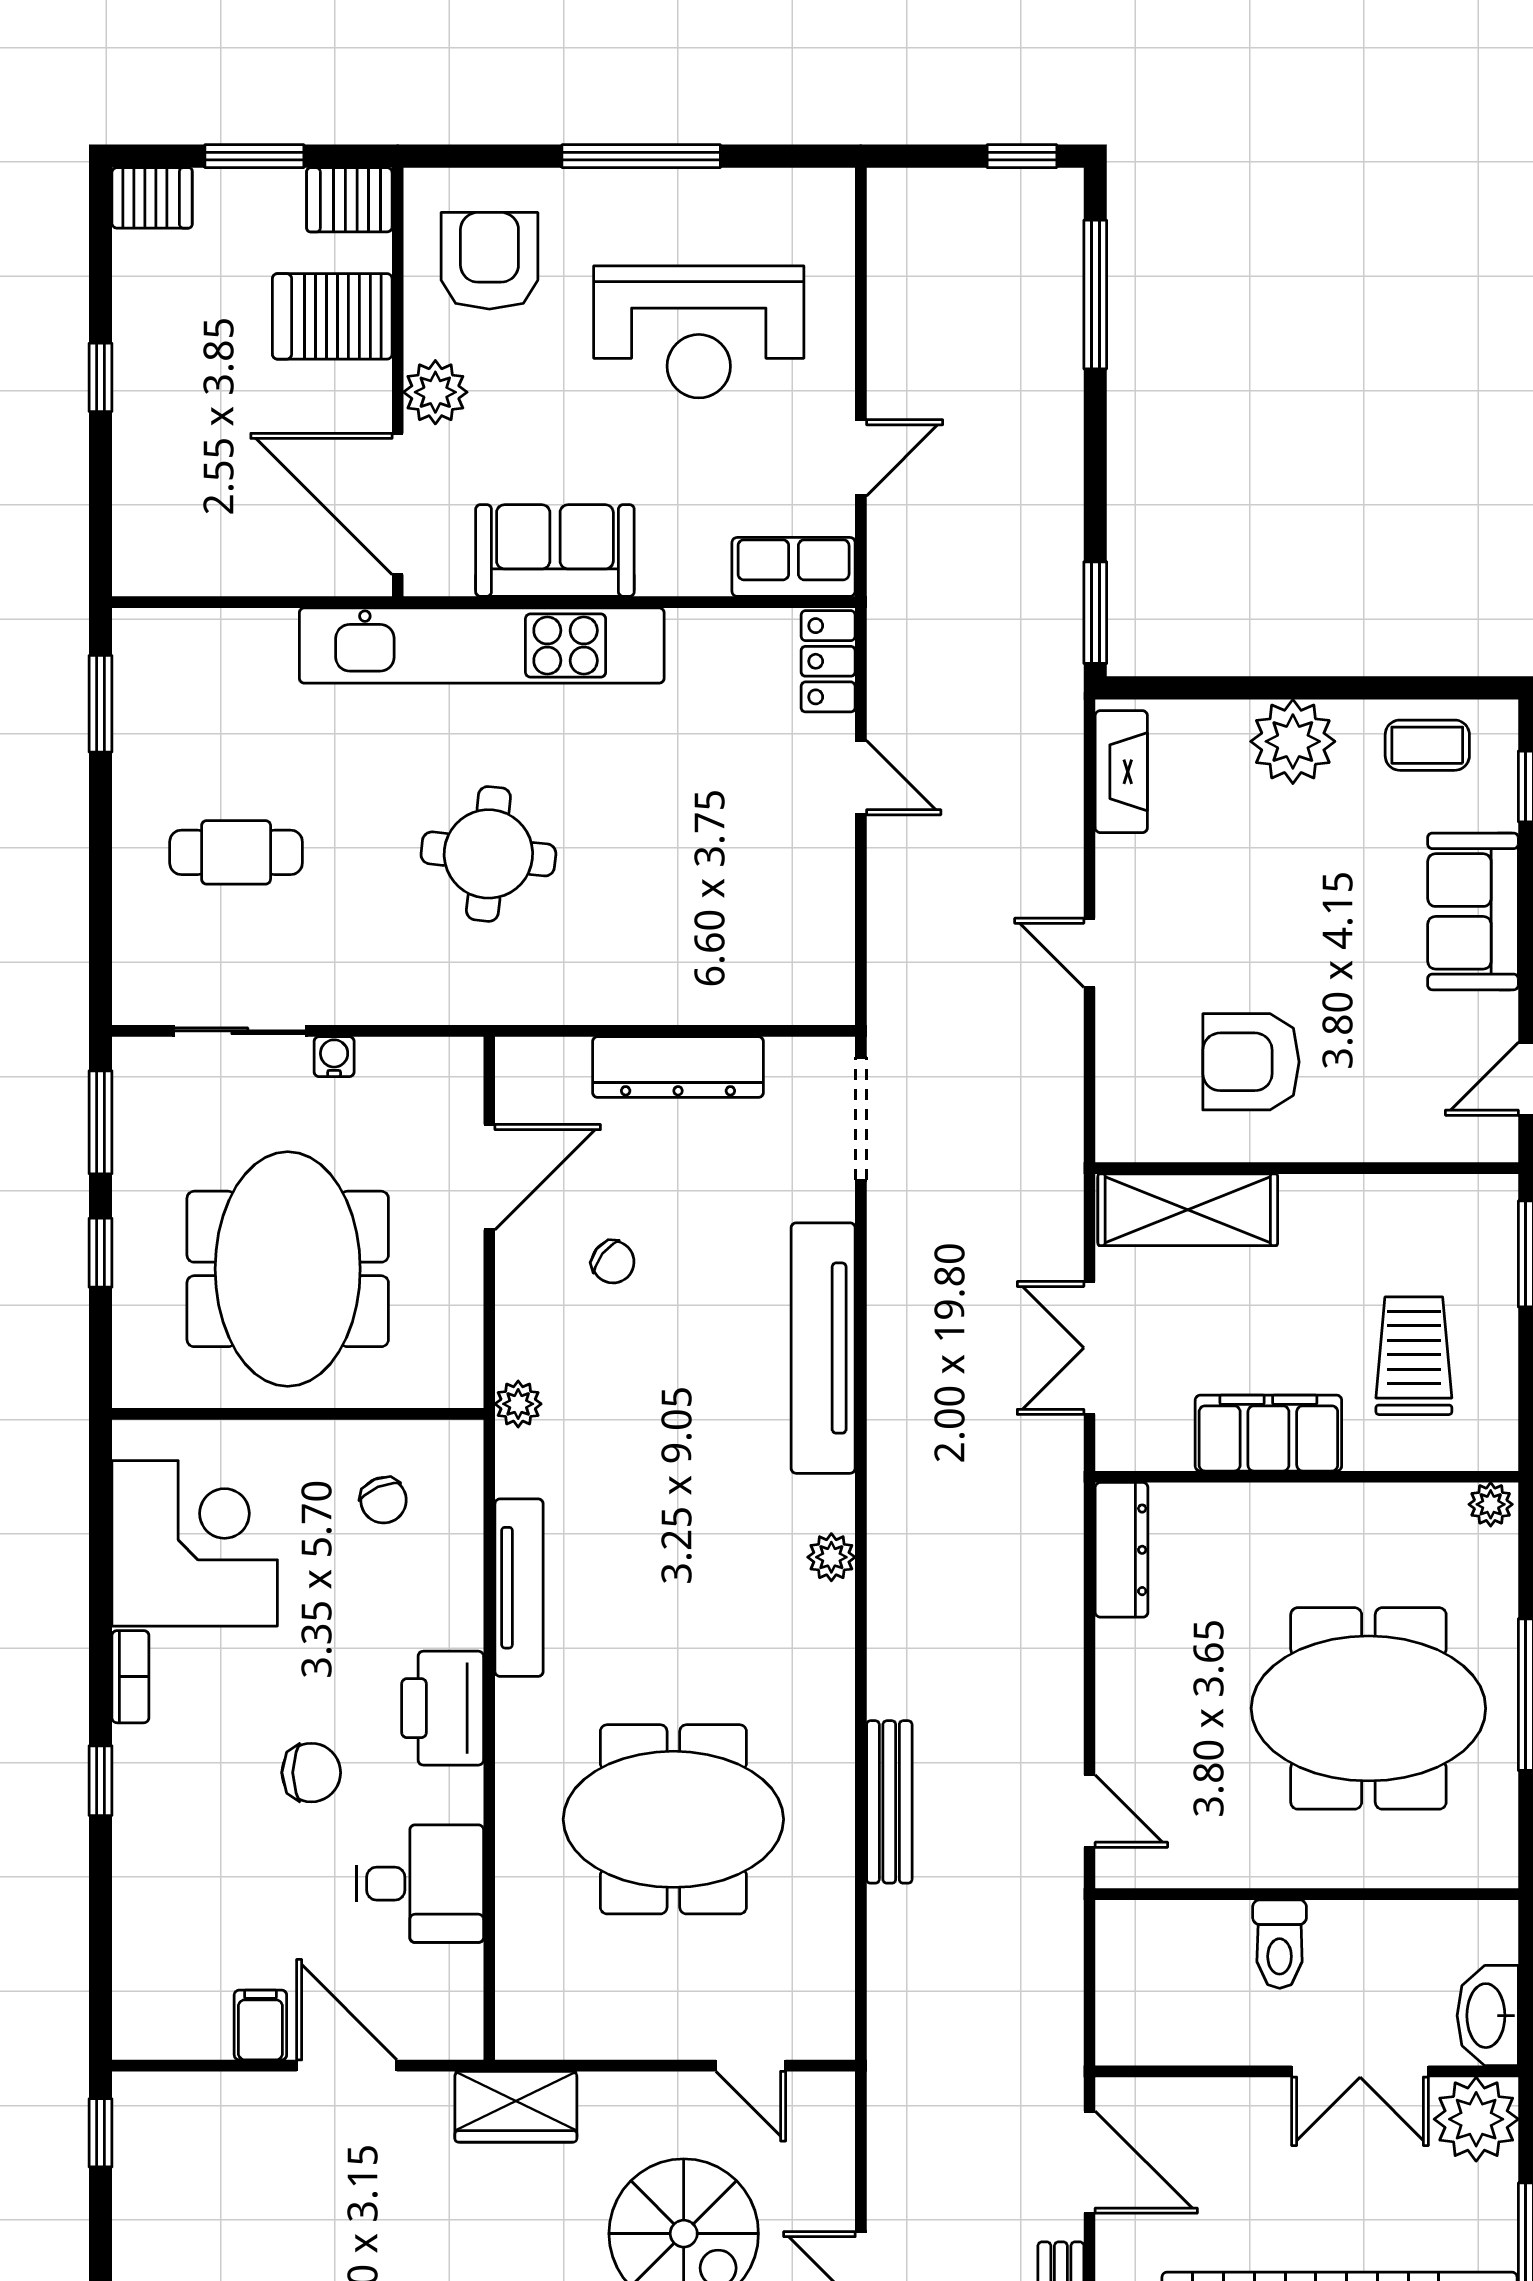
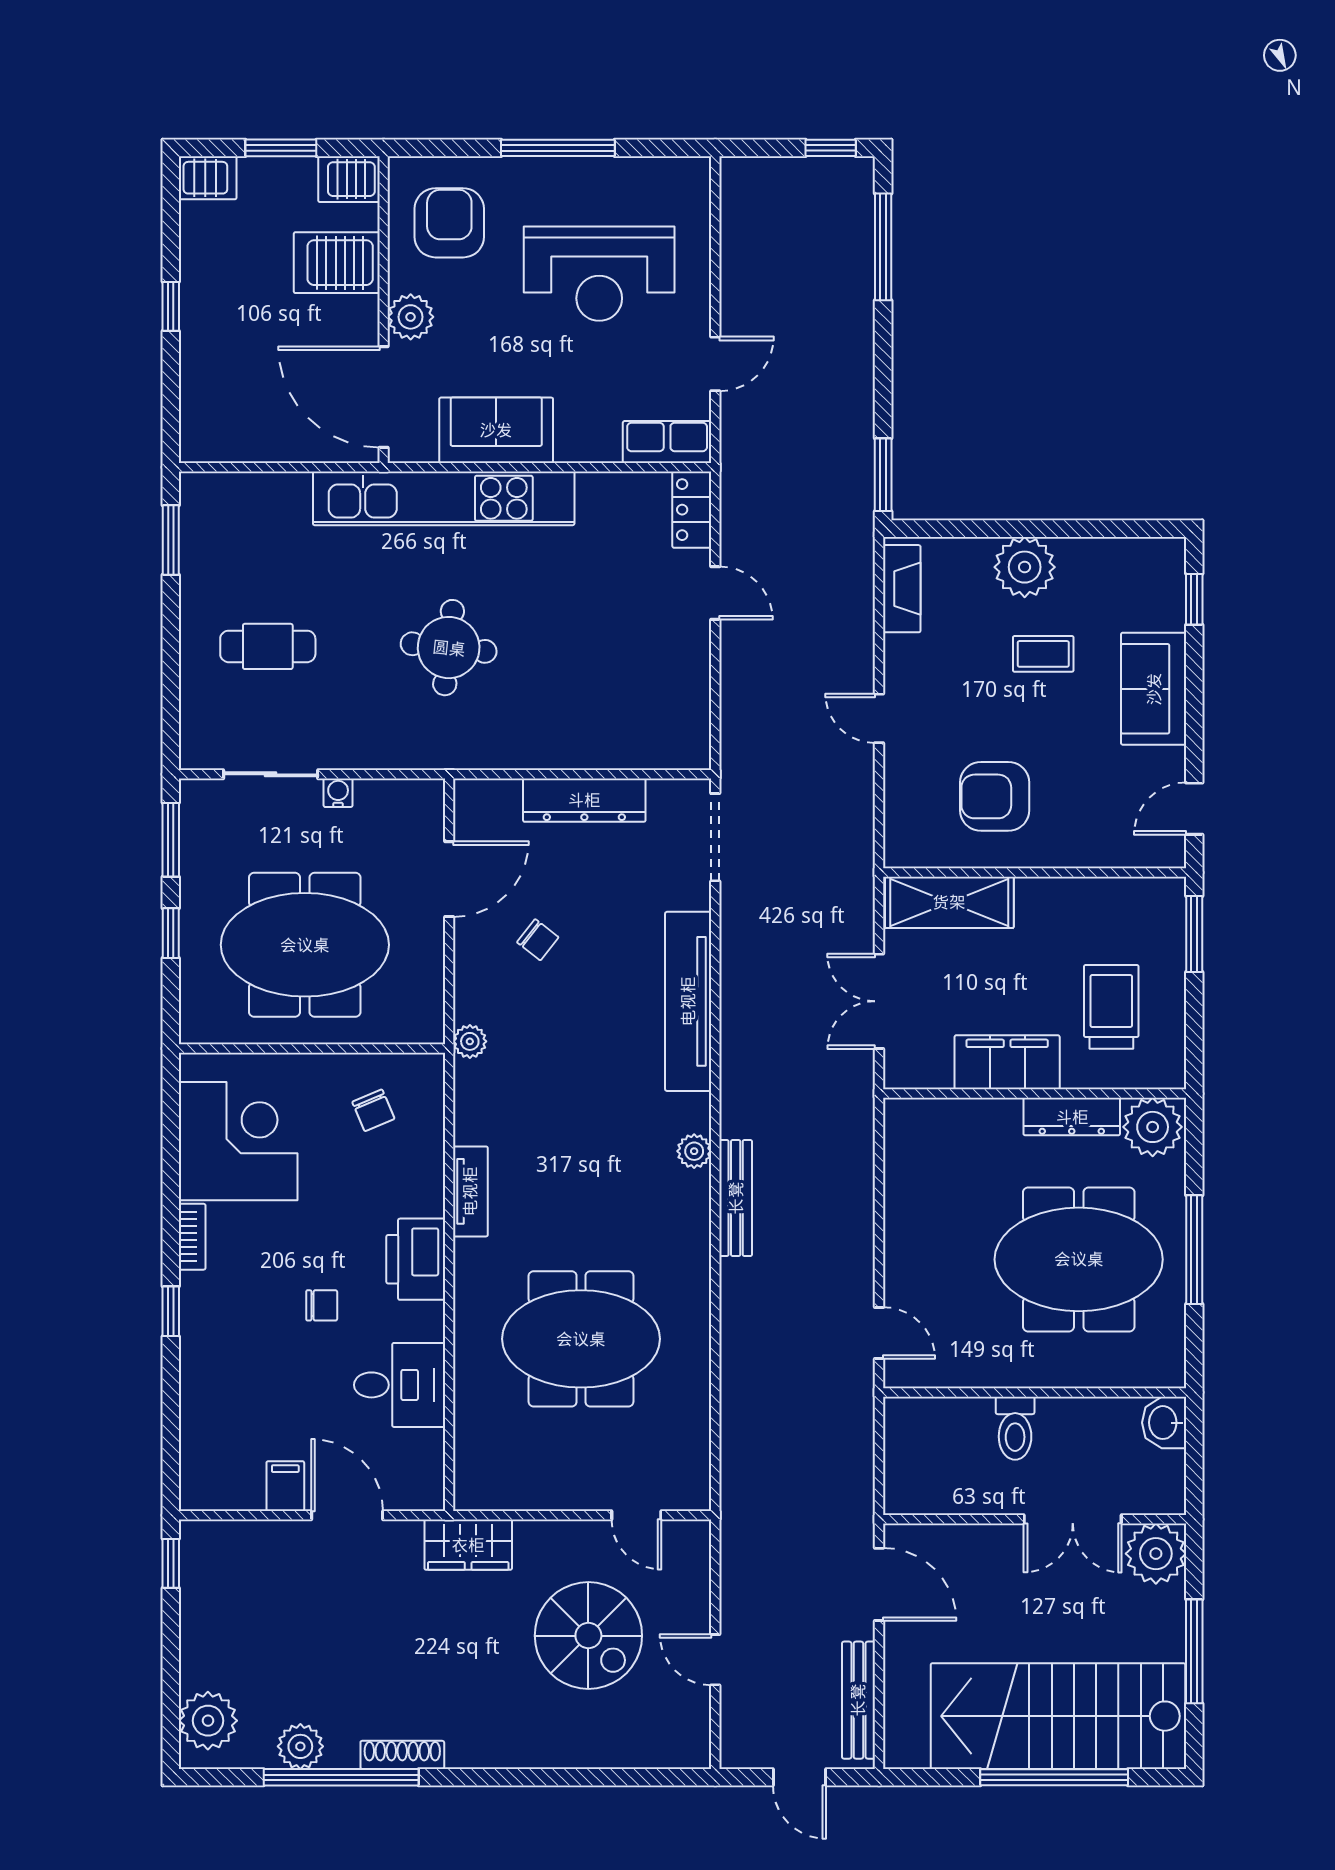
coffee table: (1427, 745) -> (1043, 654), moved
meeting table: (288, 1269) -> (305, 945), turned 90
plant: (1491, 1504) -> (1153, 1127), width x1.87, depth x1.87
dresser: (1122, 1550) -> (1072, 1117), moved, turned 90
tv unit: (519, 1588) -> (470, 1191), width x0.71
chair: (311, 1773) -> (322, 1305), width x0.73, depth x0.73
bench: (889, 1802) -> (736, 1198), moved
washbasin: (1488, 2016) -> (1164, 1423), moved, width x0.72

